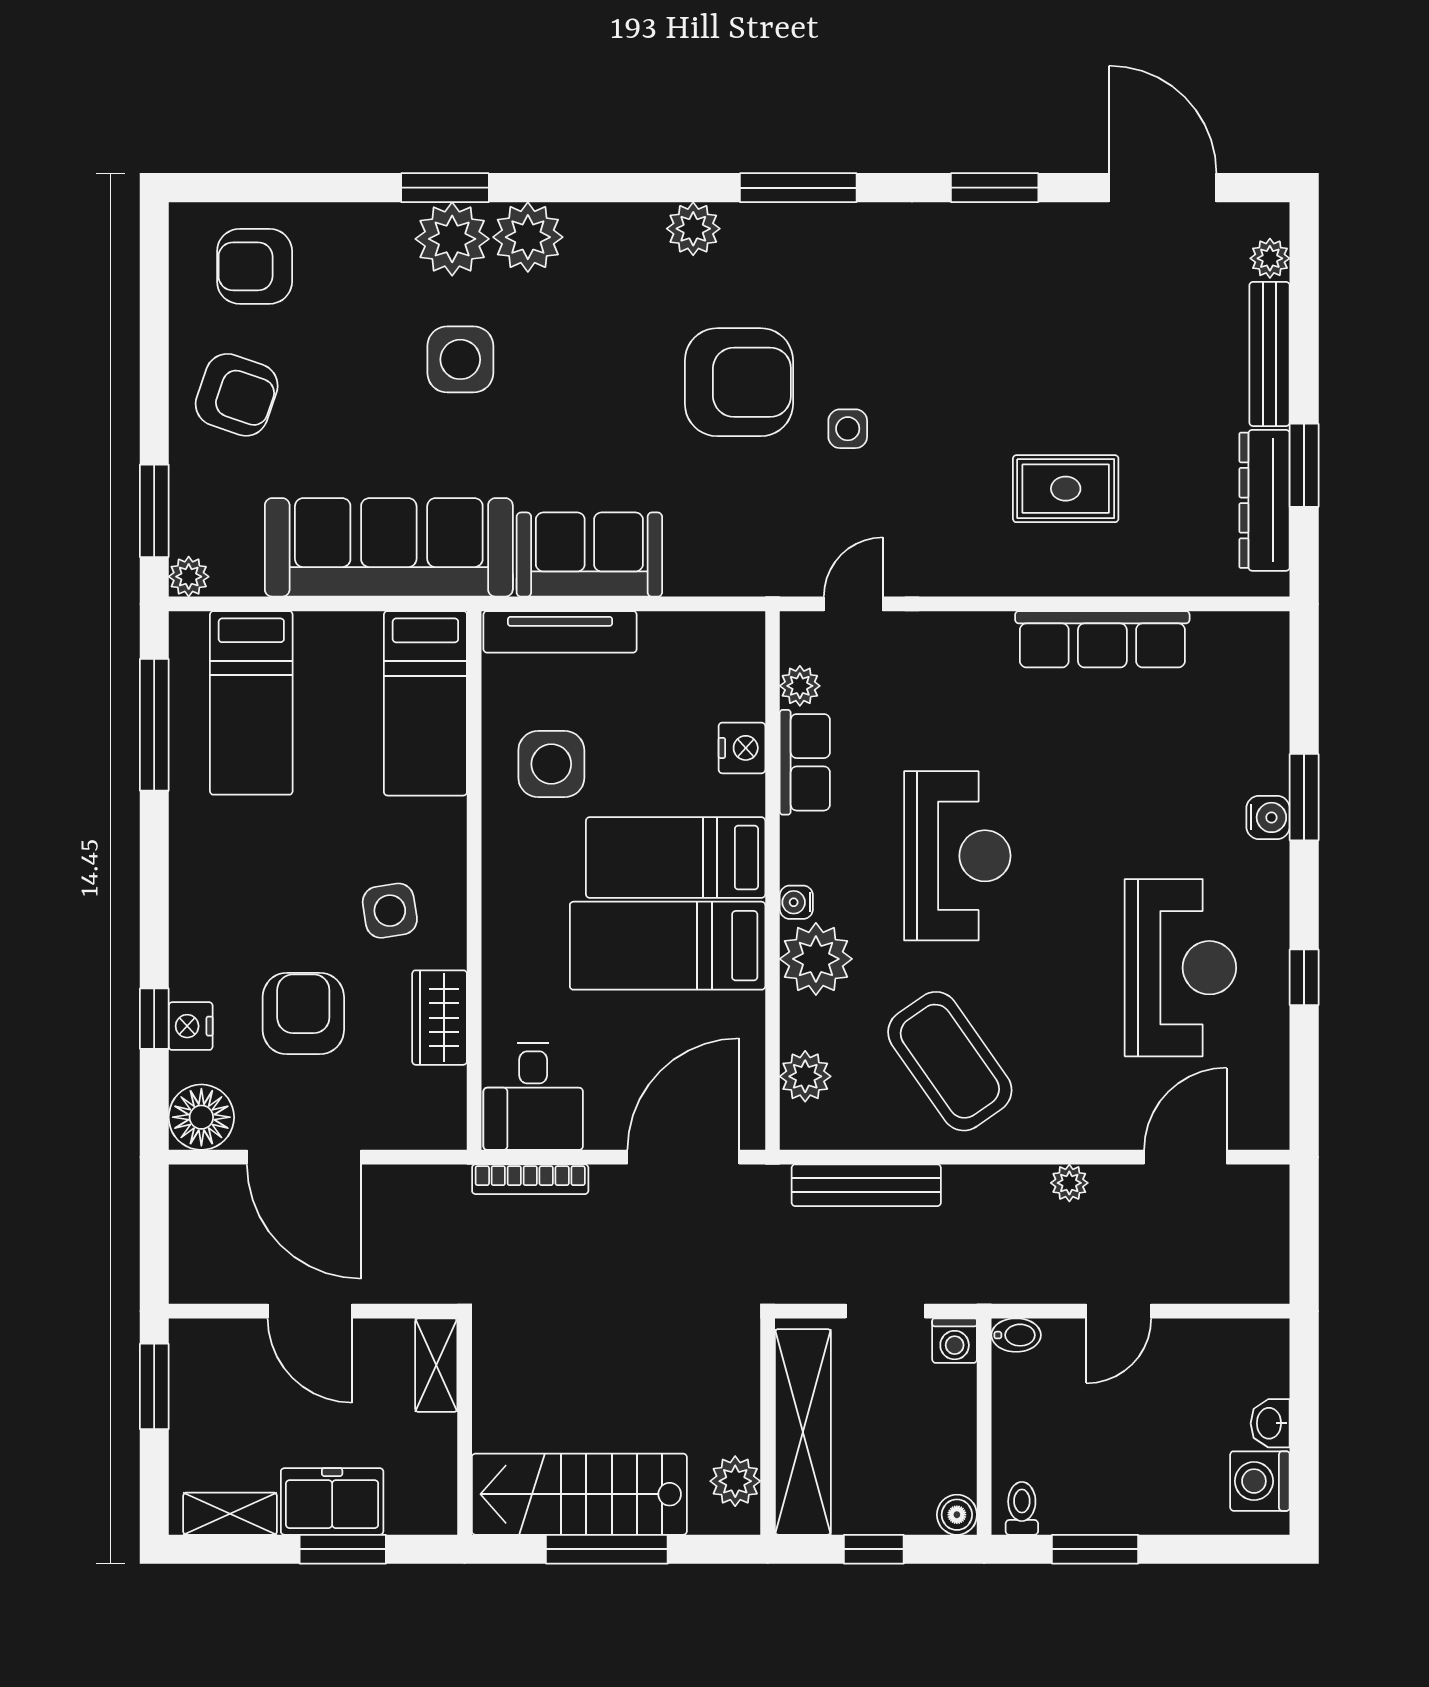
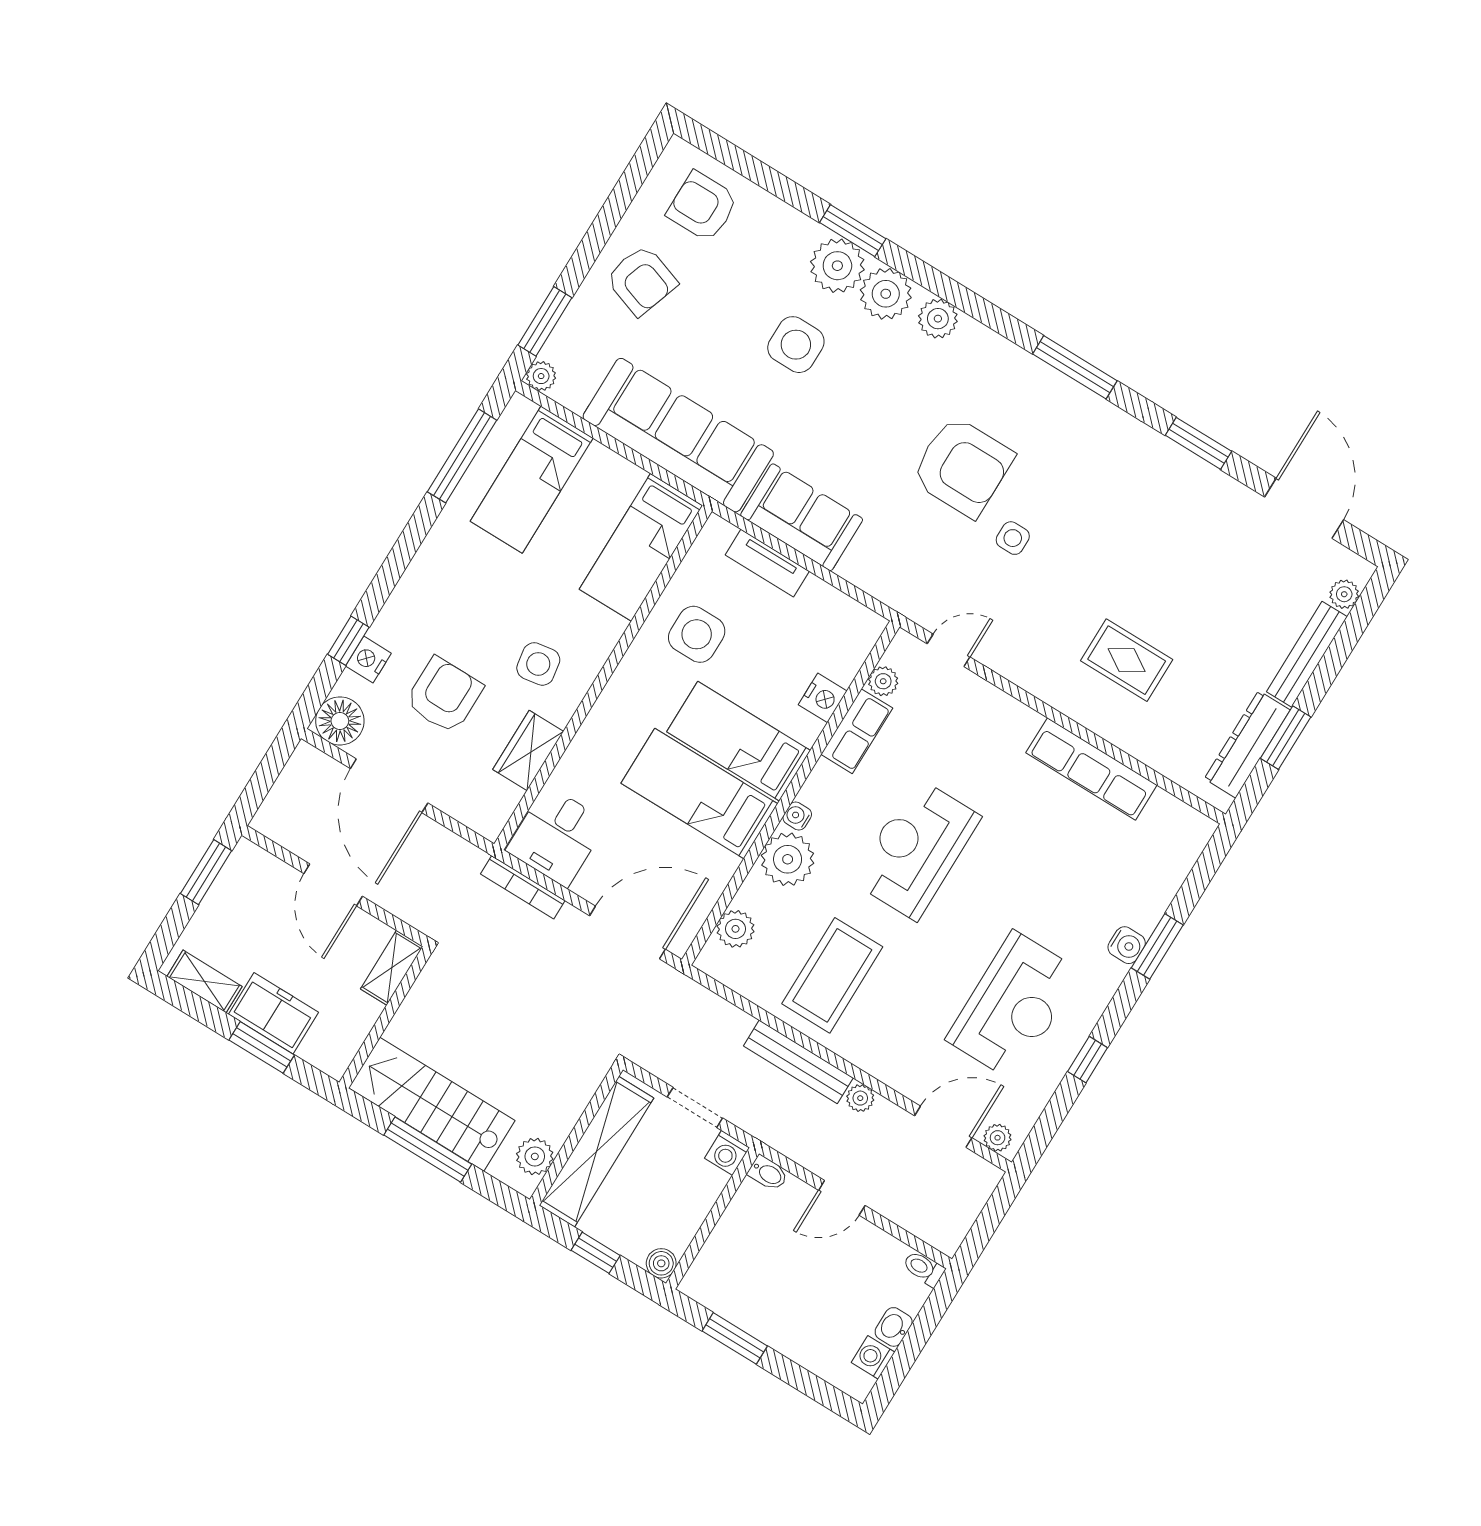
plant: (693, 229) -> (938, 319), moved
tv unit: (560, 632) -> (767, 563), width x0.71
reception desk: (957, 856) -> (916, 849), turned 180
coffee table: (950, 1061) -> (832, 975), turned 35
plant: (1256, 1131) -> (998, 1138), added
bench: (866, 1185) -> (798, 1062), moved
washing machine: (1260, 1481) -> (873, 1357), width x0.73, depth x0.73
toilet: (1022, 1508) -> (924, 1268), moved, turned -90

